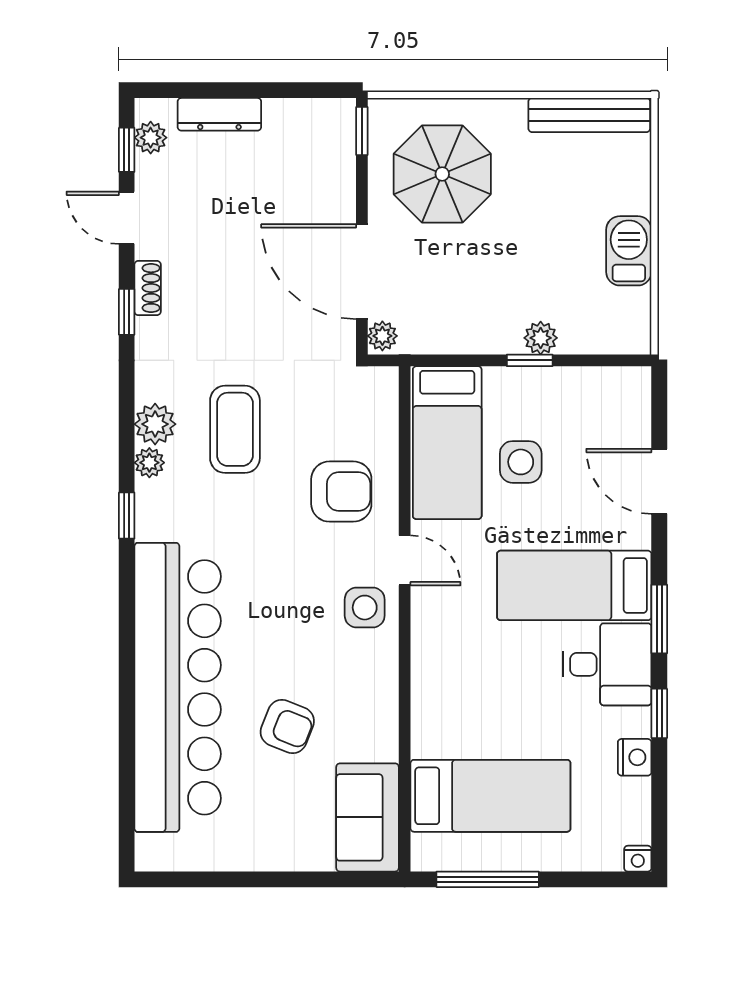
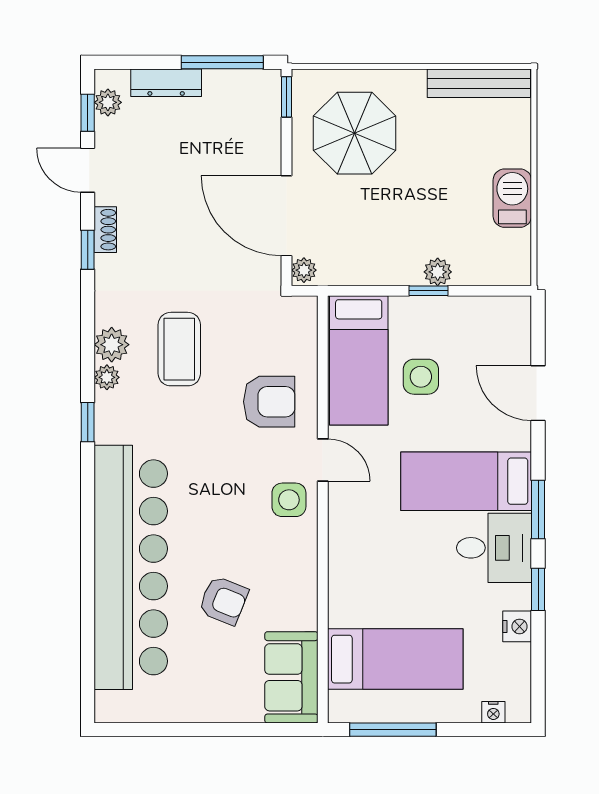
window: (286, 90) -> (222, 62), added
nightstand: (638, 859) -> (493, 712), moved

